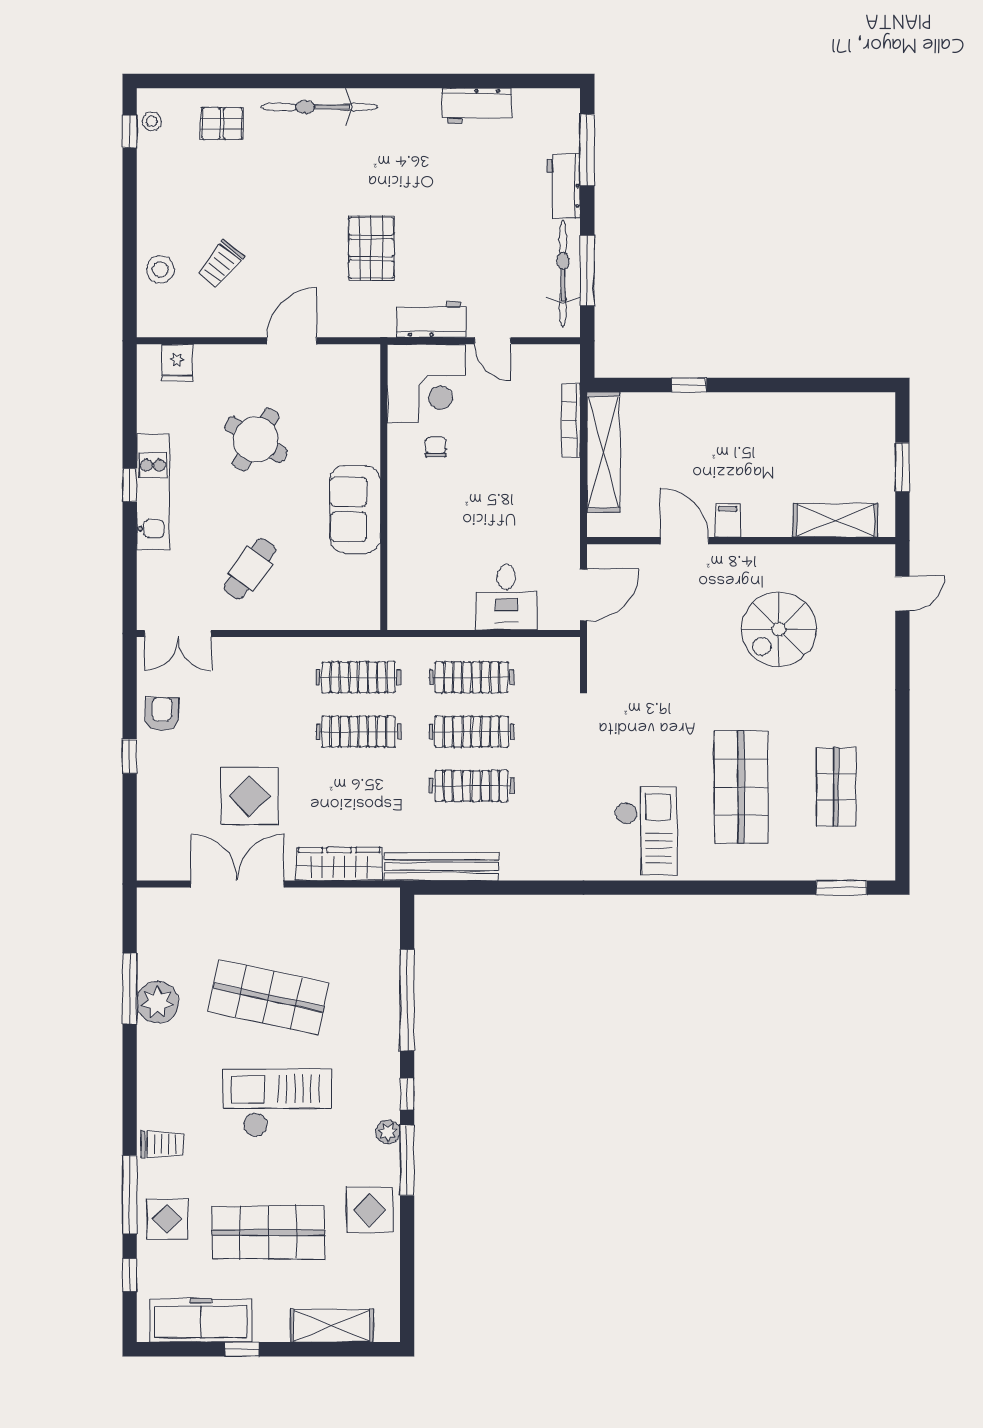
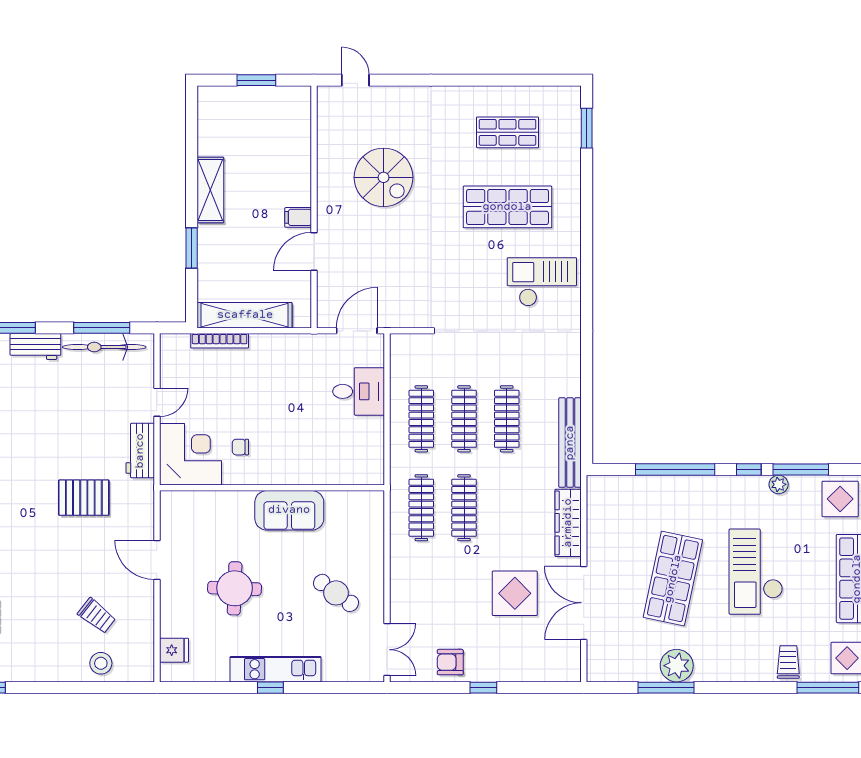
window: (689, 385) -> (192, 248), width x1.50
round table: (256, 440) -> (235, 588), turned -30
shelving: (835, 520) -> (210, 190), moved
door: (584, 595) -> (357, 331), hinge flipped

